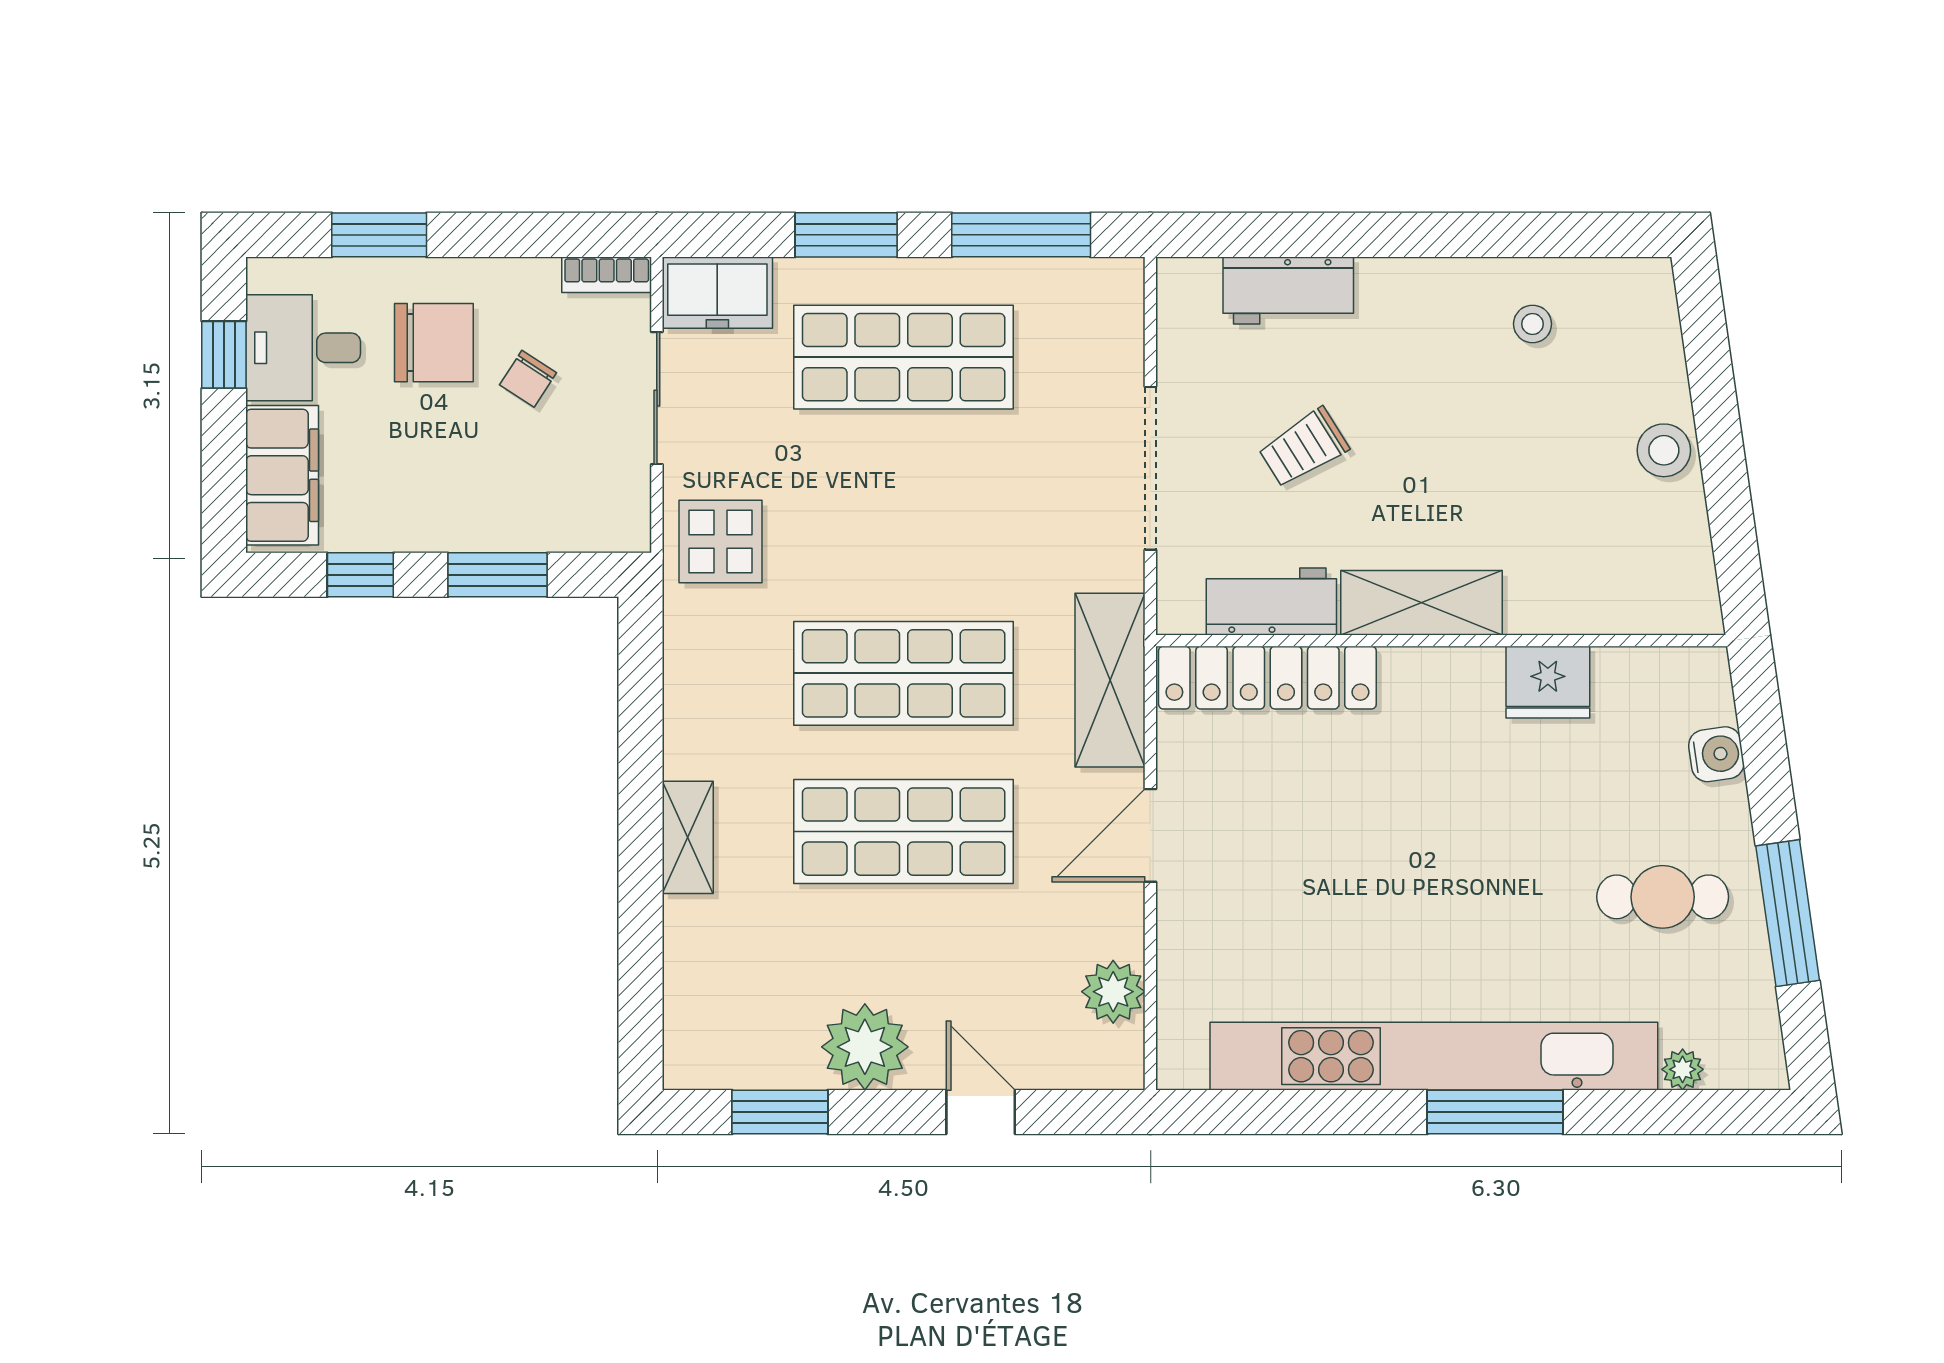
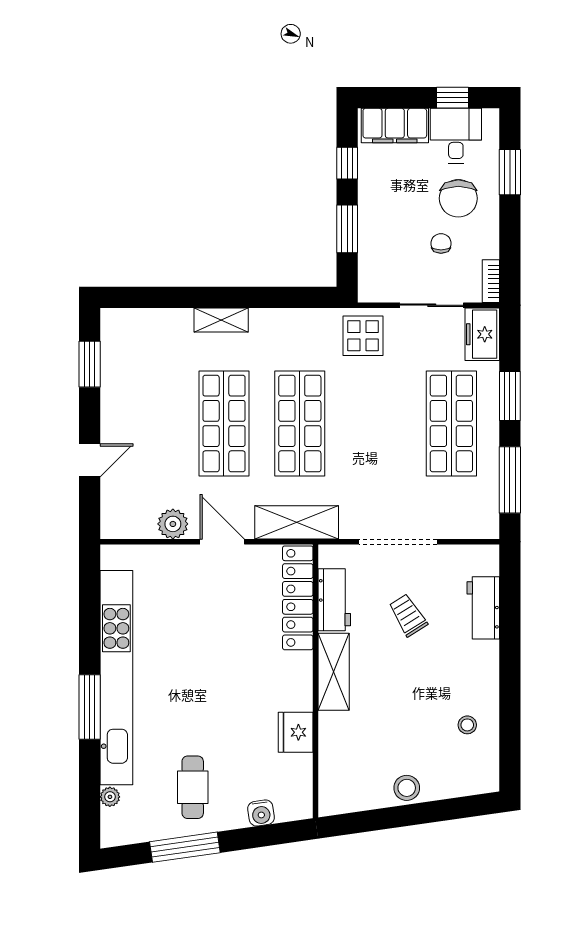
chair: (528, 379) -> (441, 243), turned 57
plant: (1113, 992) -> (173, 524), moved
plant: (865, 1047) -> (121, 405), removed

